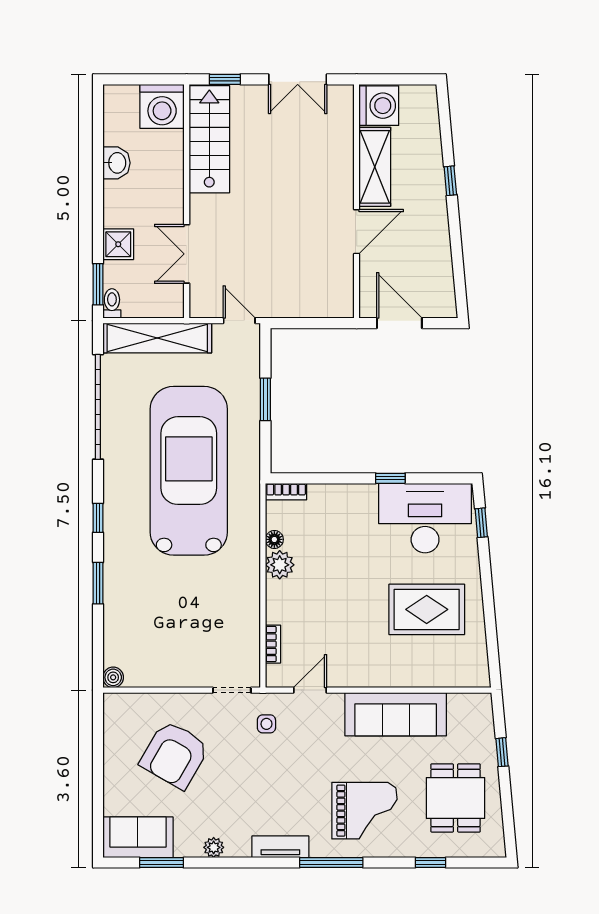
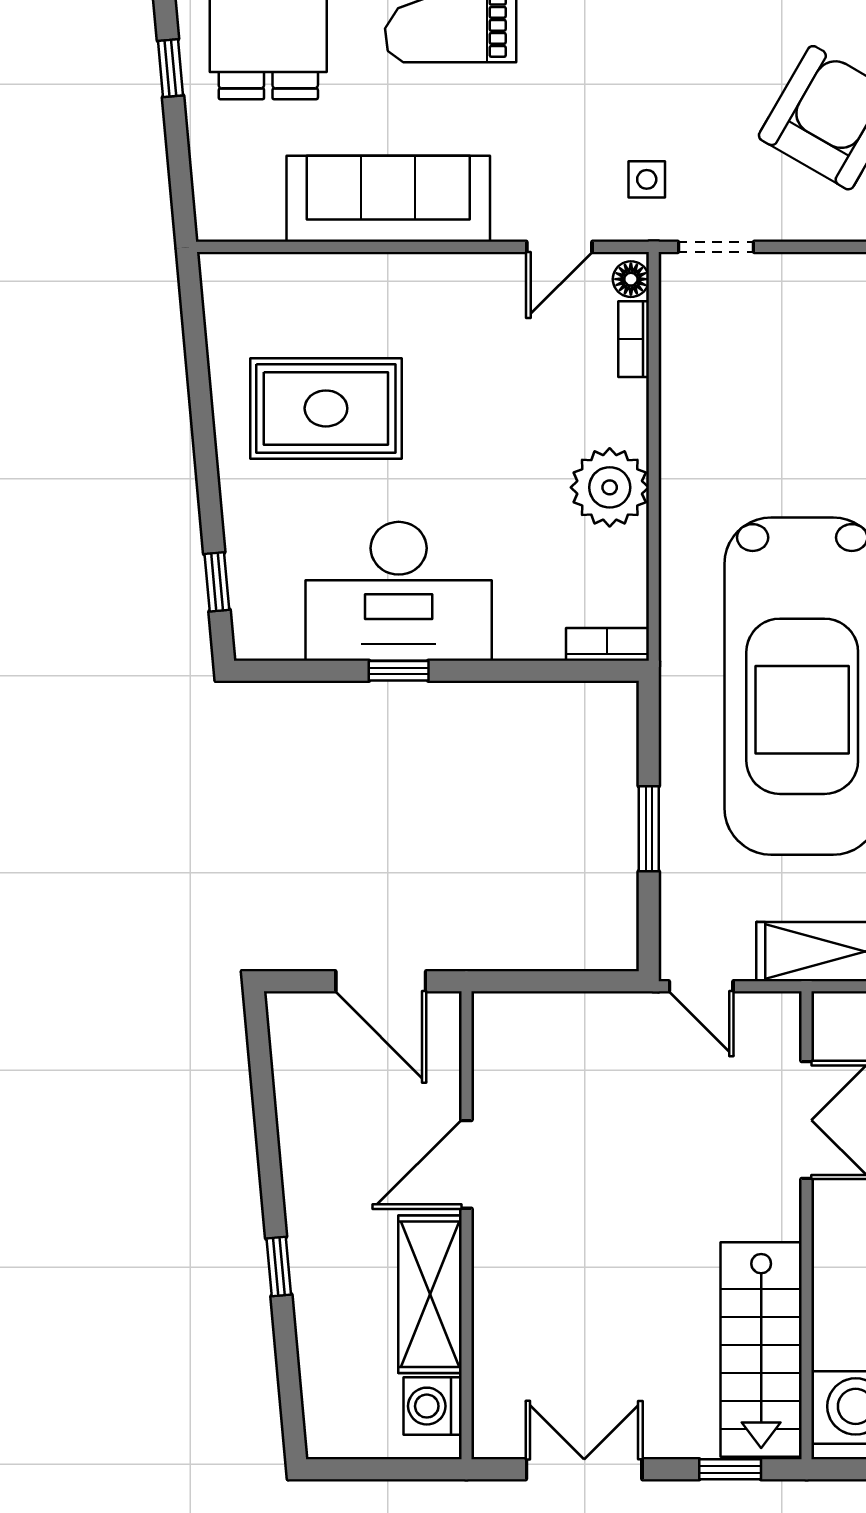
washing machine: (379, 106) -> (433, 1406), width x0.73, depth x0.73
desk: (425, 518) -> (399, 591), moved
floor lamp: (274, 539) -> (631, 279), moved
plant: (280, 565) -> (610, 487), width x1.36, depth x1.36
window: (502, 752) -> (170, 68), moved

